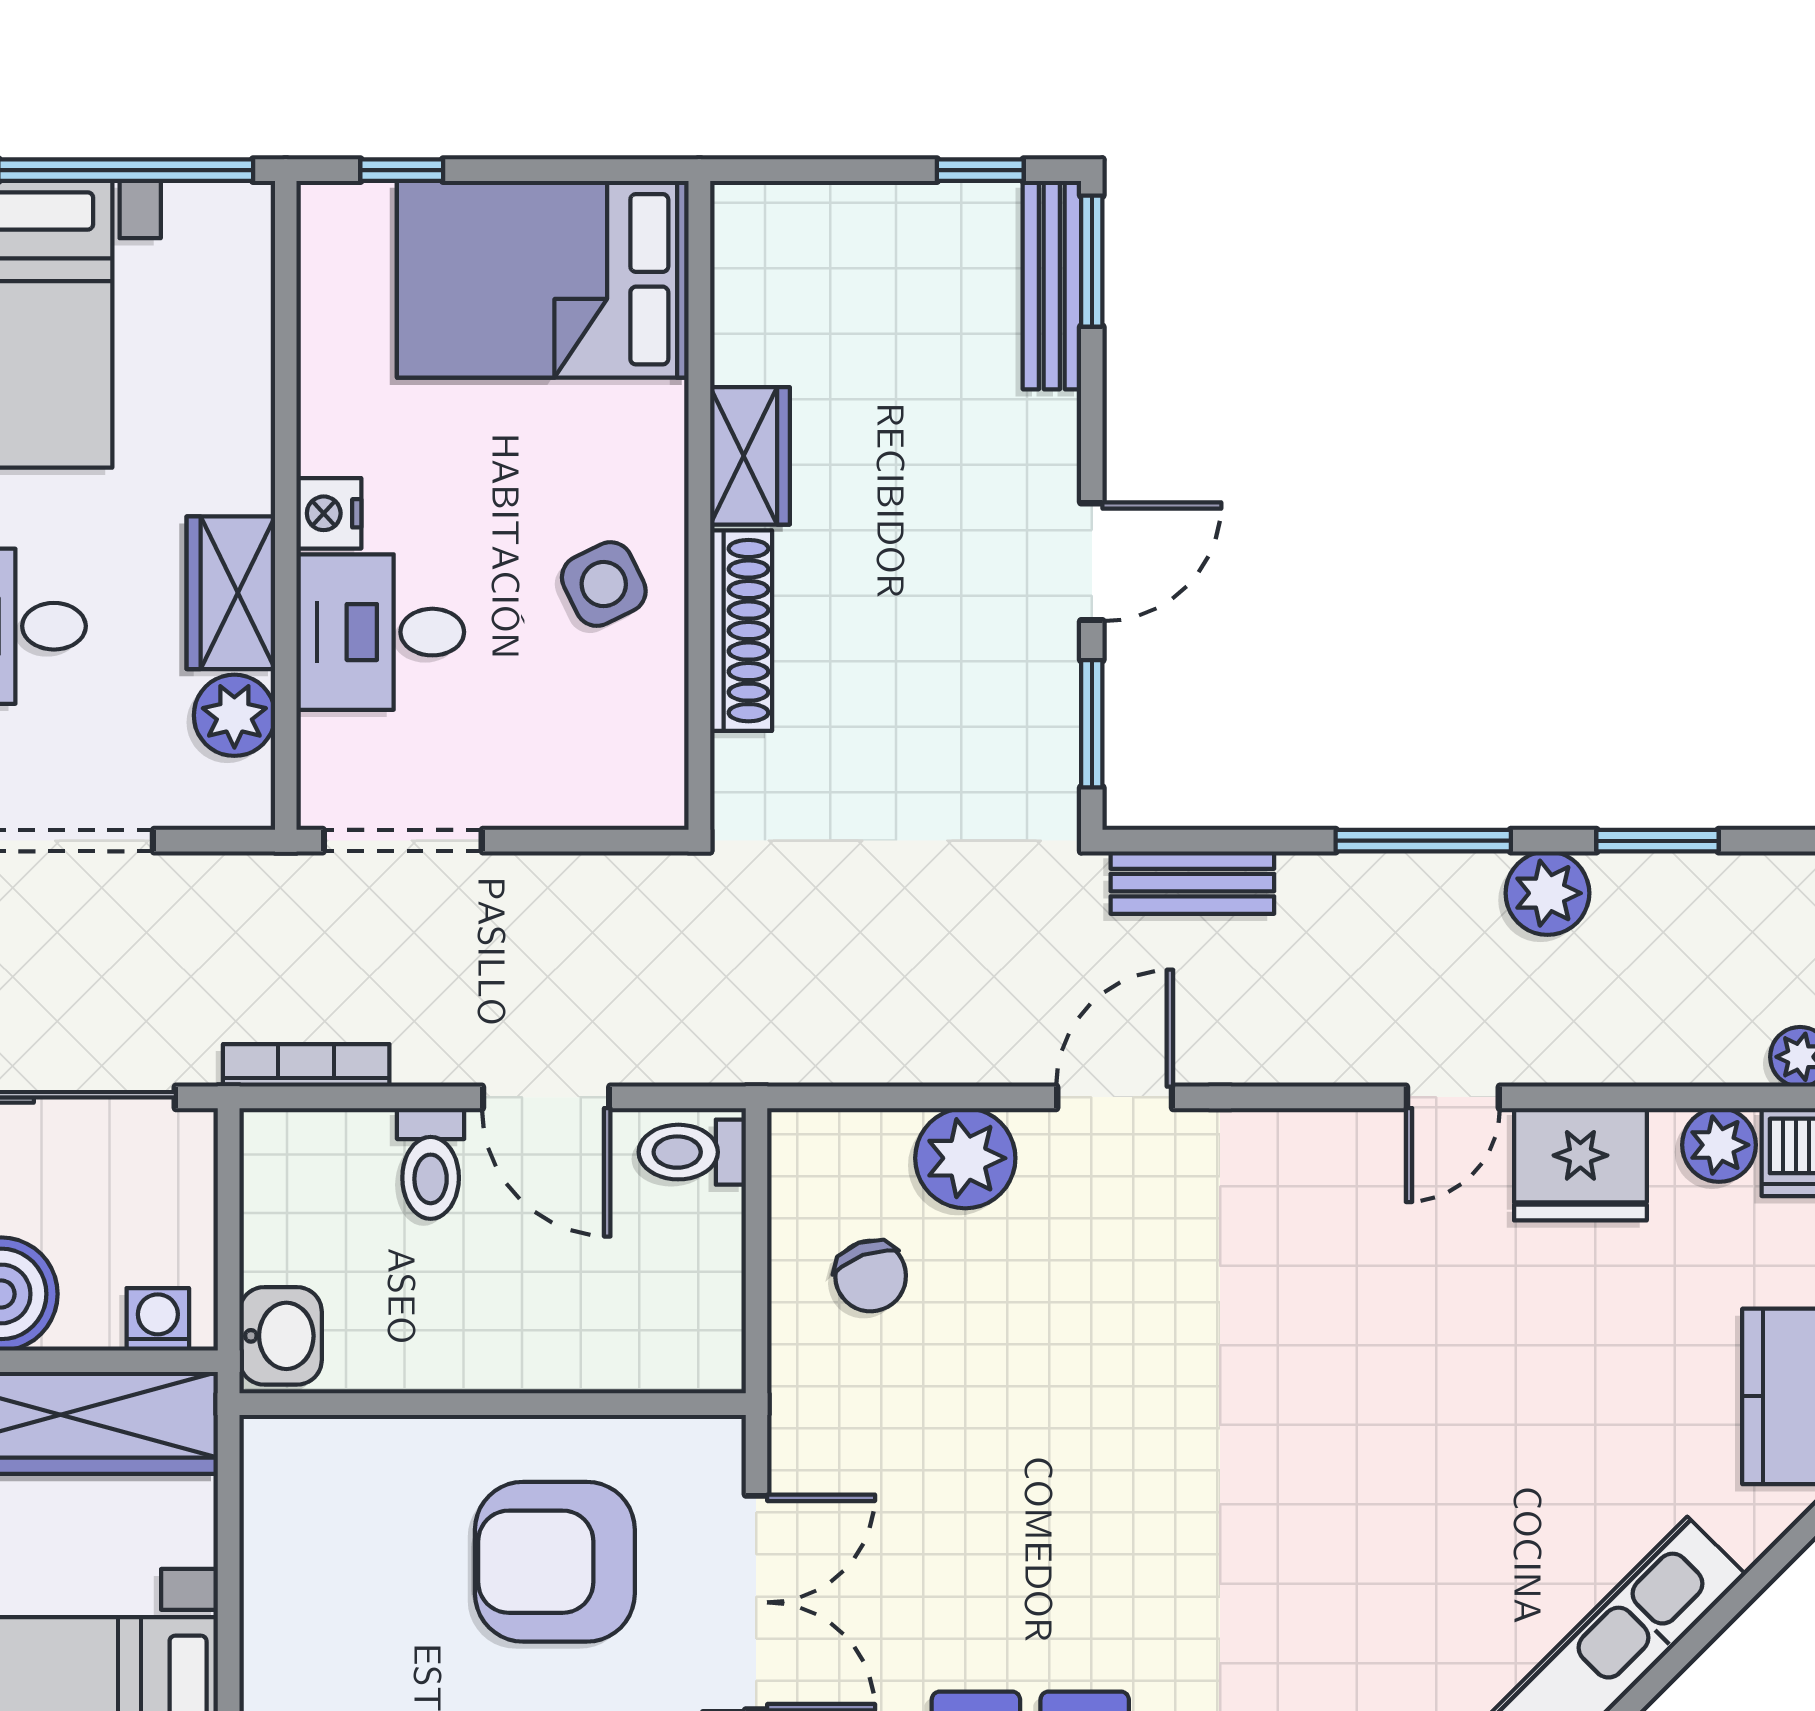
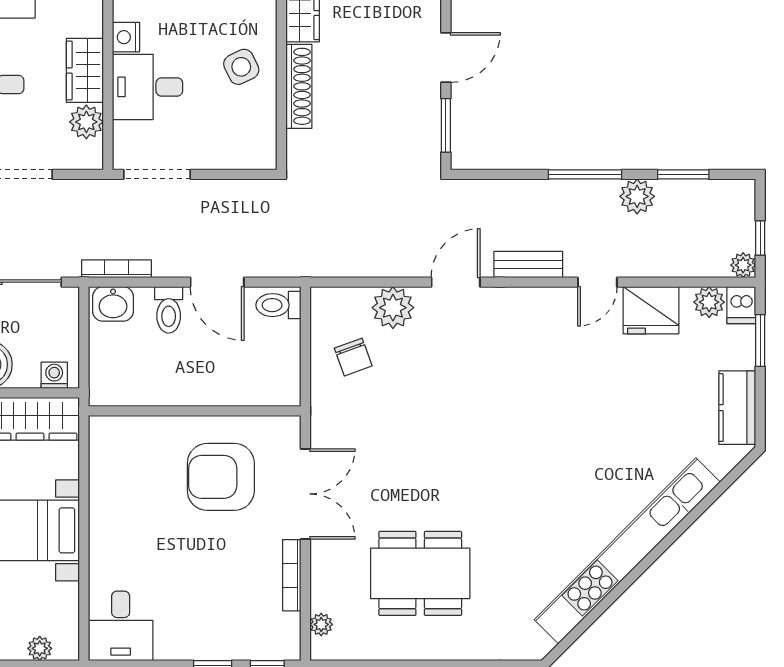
bench: (1192, 883) -> (528, 265), moved
washbasin: (281, 1336) -> (113, 304), moved, turned 90

